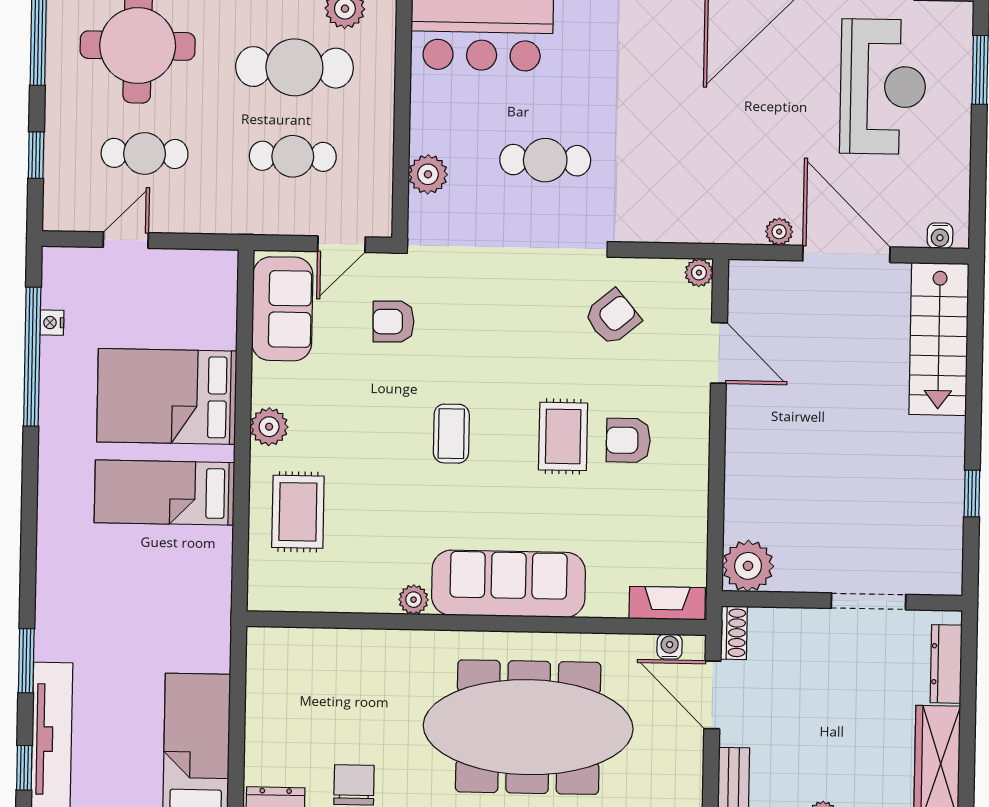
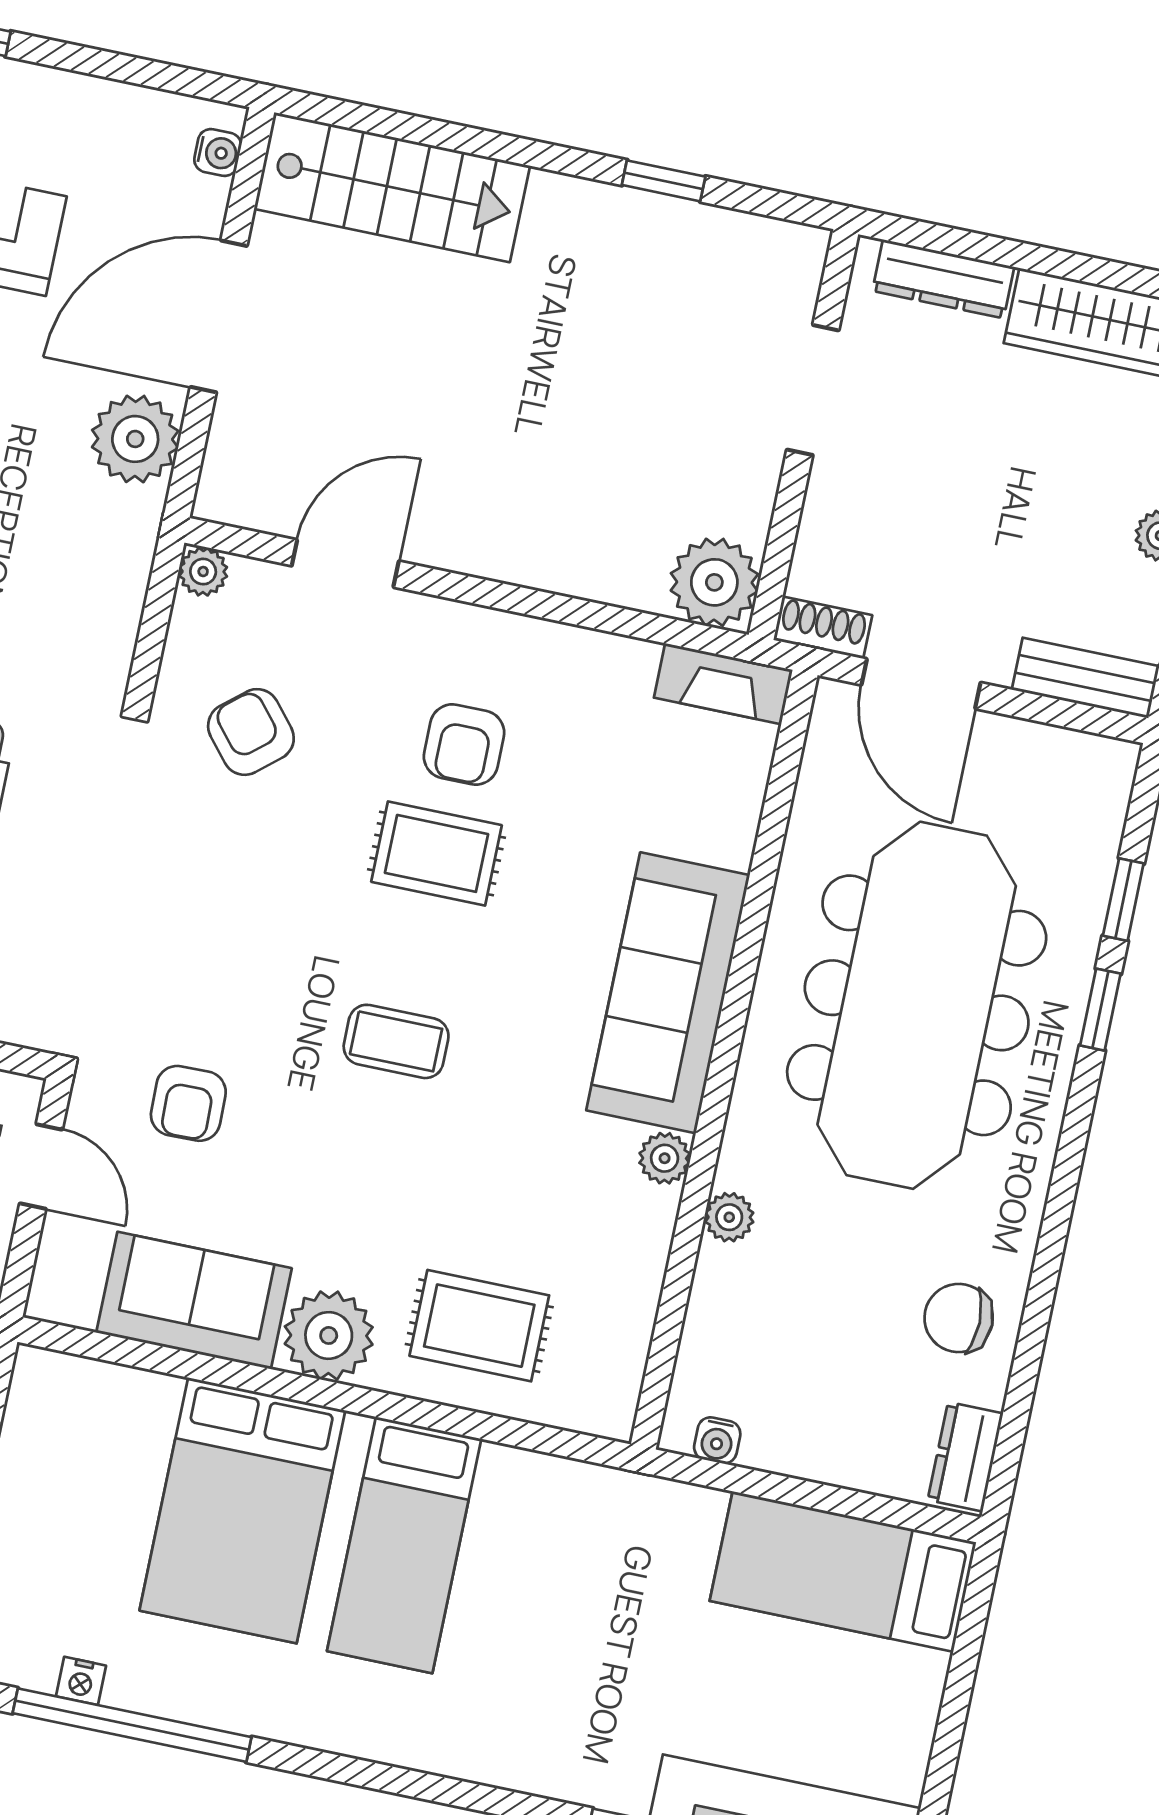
plant: (779, 232) -> (135, 439), width x1.87, depth x1.87
sofa: (282, 309) -> (194, 1300), moved
plant: (269, 427) -> (329, 1335), width x1.36, depth x1.36
fireplace: (667, 603) -> (723, 684), moved, turned -90
plant: (387, 643) -> (729, 1217), added
water cooler: (670, 647) -> (717, 1440), moved, turned -90
door: (712, 695) -> (921, 684), hinge flipped

